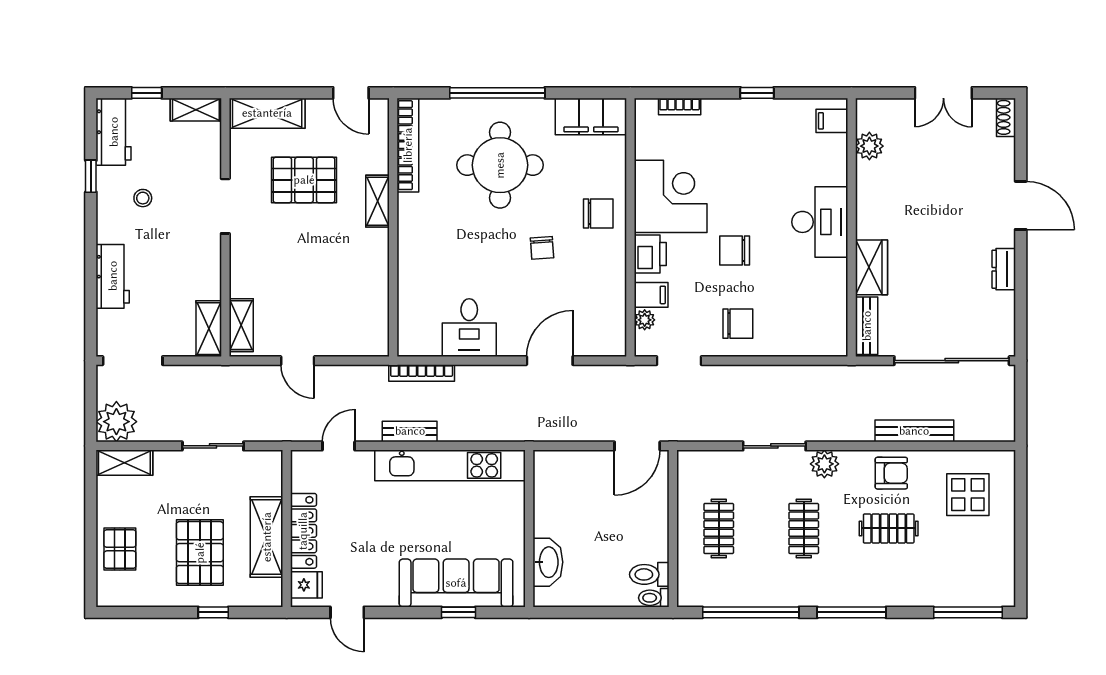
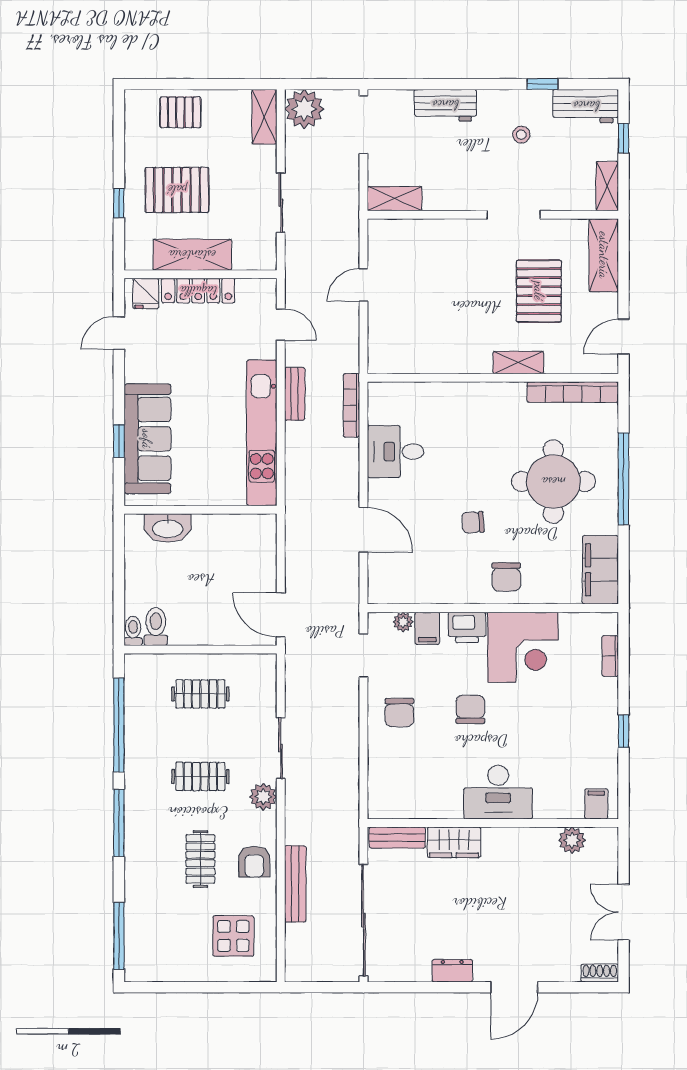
shelving: (241, 325) -> (398, 230), removed

